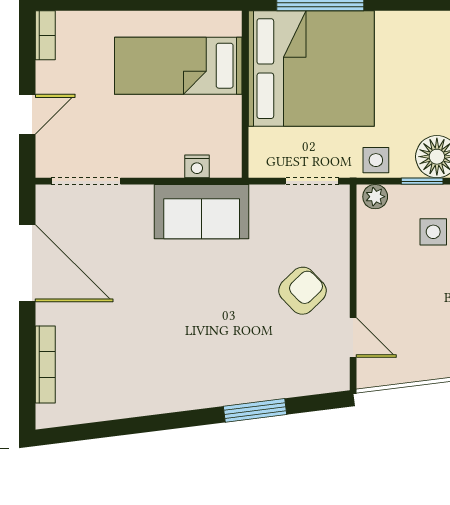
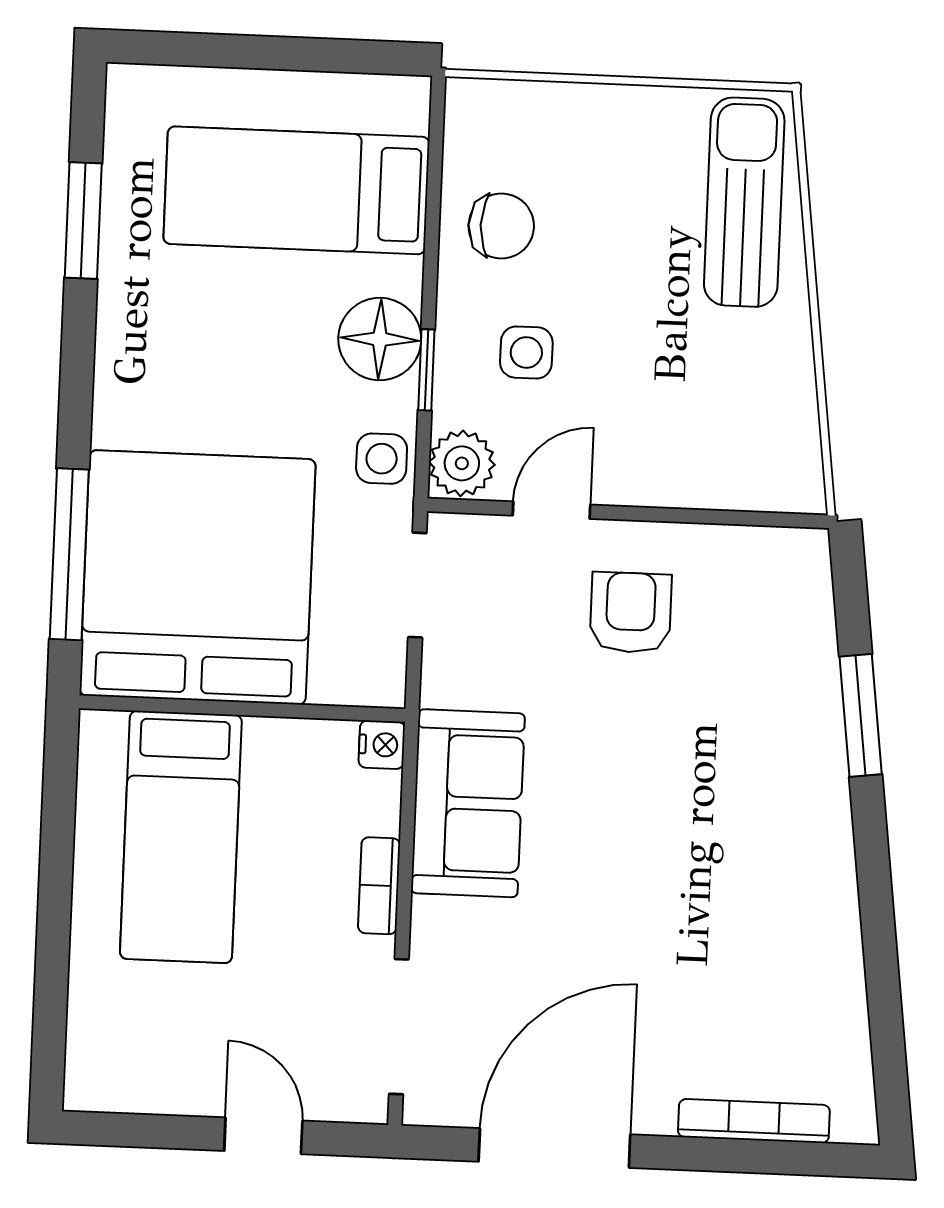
bookcase: (45, 35) -> (379, 886), moved, turned -90
nightstand: (197, 166) -> (382, 745), moved
plant: (375, 197) -> (462, 463), width x1.38, depth x1.38
armchair: (303, 291) -> (631, 613), turned 44
door: (353, 338) -> (552, 510), moved

